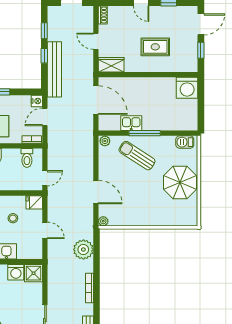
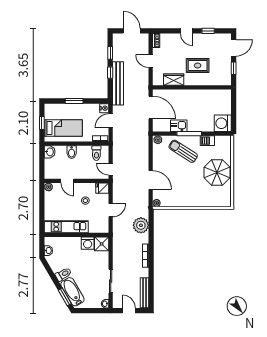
wardrobe: (111, 65) -> (174, 80), moved
washing machine: (187, 88) -> (223, 123), moved, turned 90
barbecue: (185, 142) -> (207, 141), moved
door: (45, 178) -> (111, 169), swing flipped
door: (45, 230) -> (111, 210), hinge flipped

